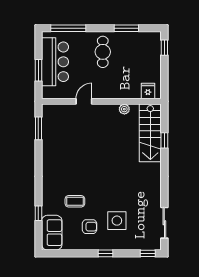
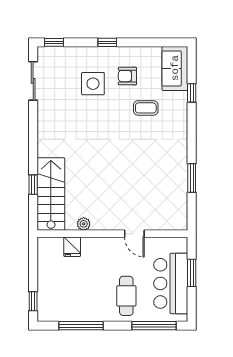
window: (126, 28) -> (81, 326), width x1.44
cafe table: (103, 52) -> (126, 296), moved
fridge: (148, 91) -> (72, 247), moved
door: (84, 101) -> (134, 234), hinge flipped
window: (38, 128) -> (192, 178), moved

